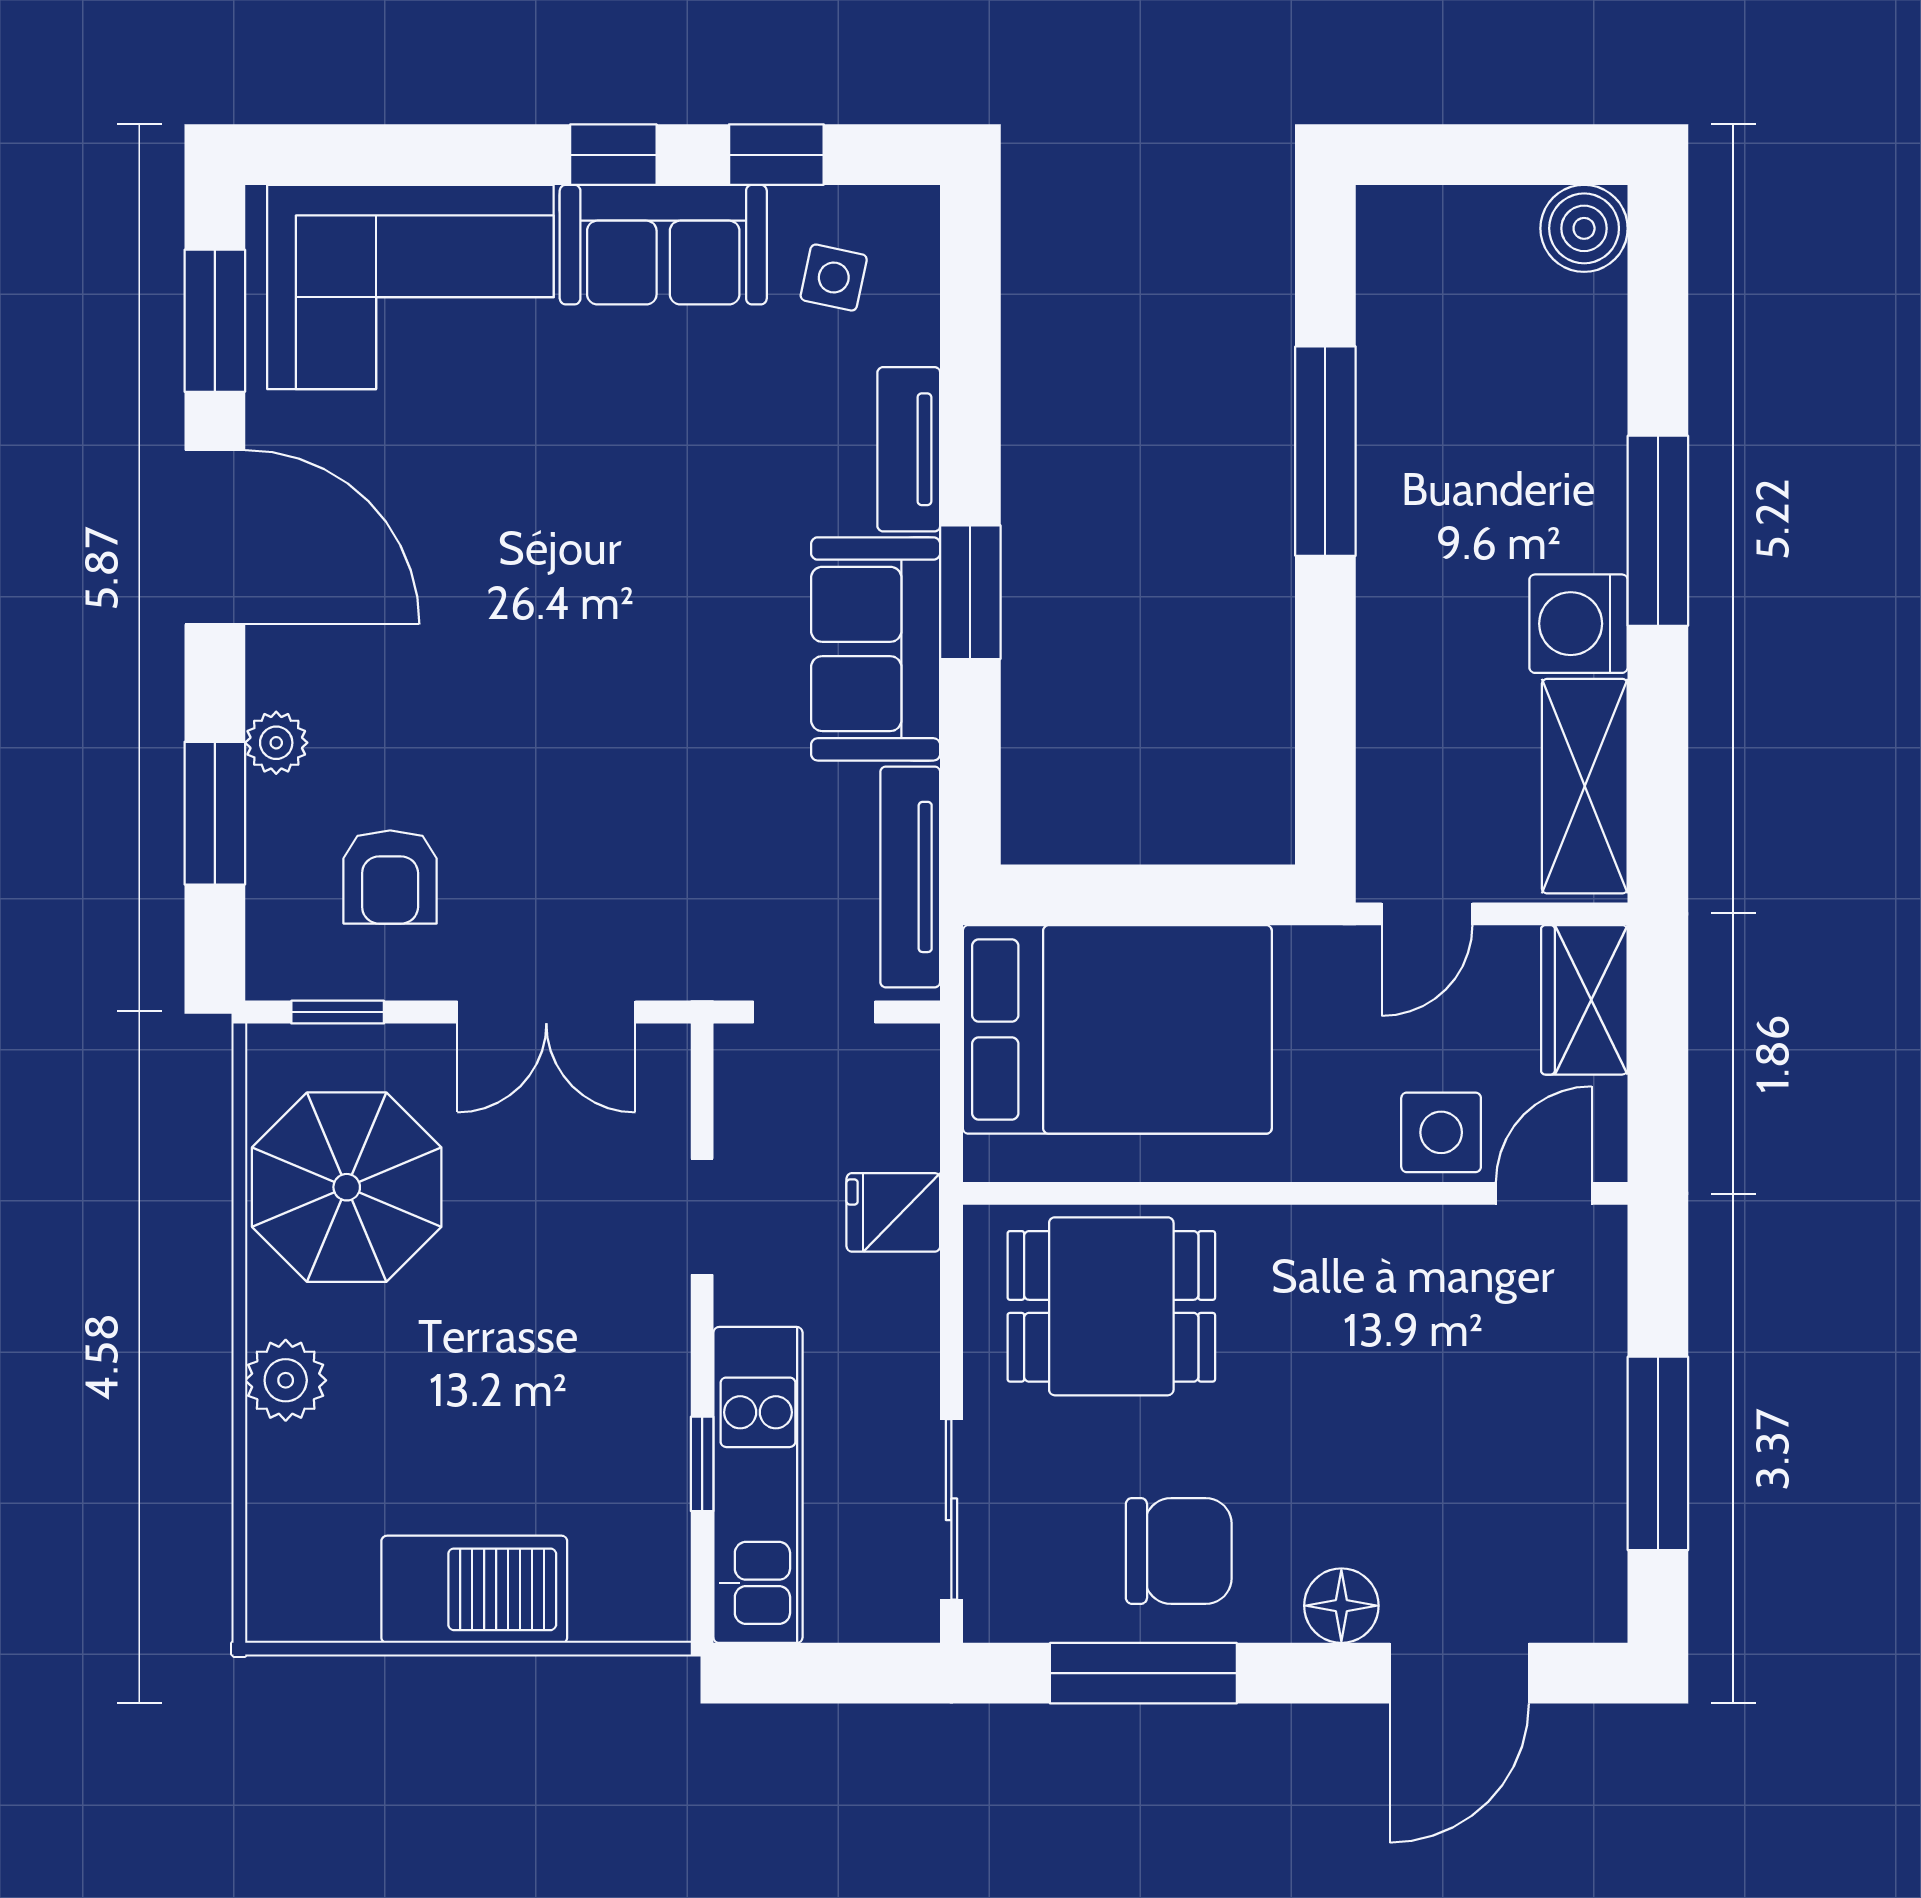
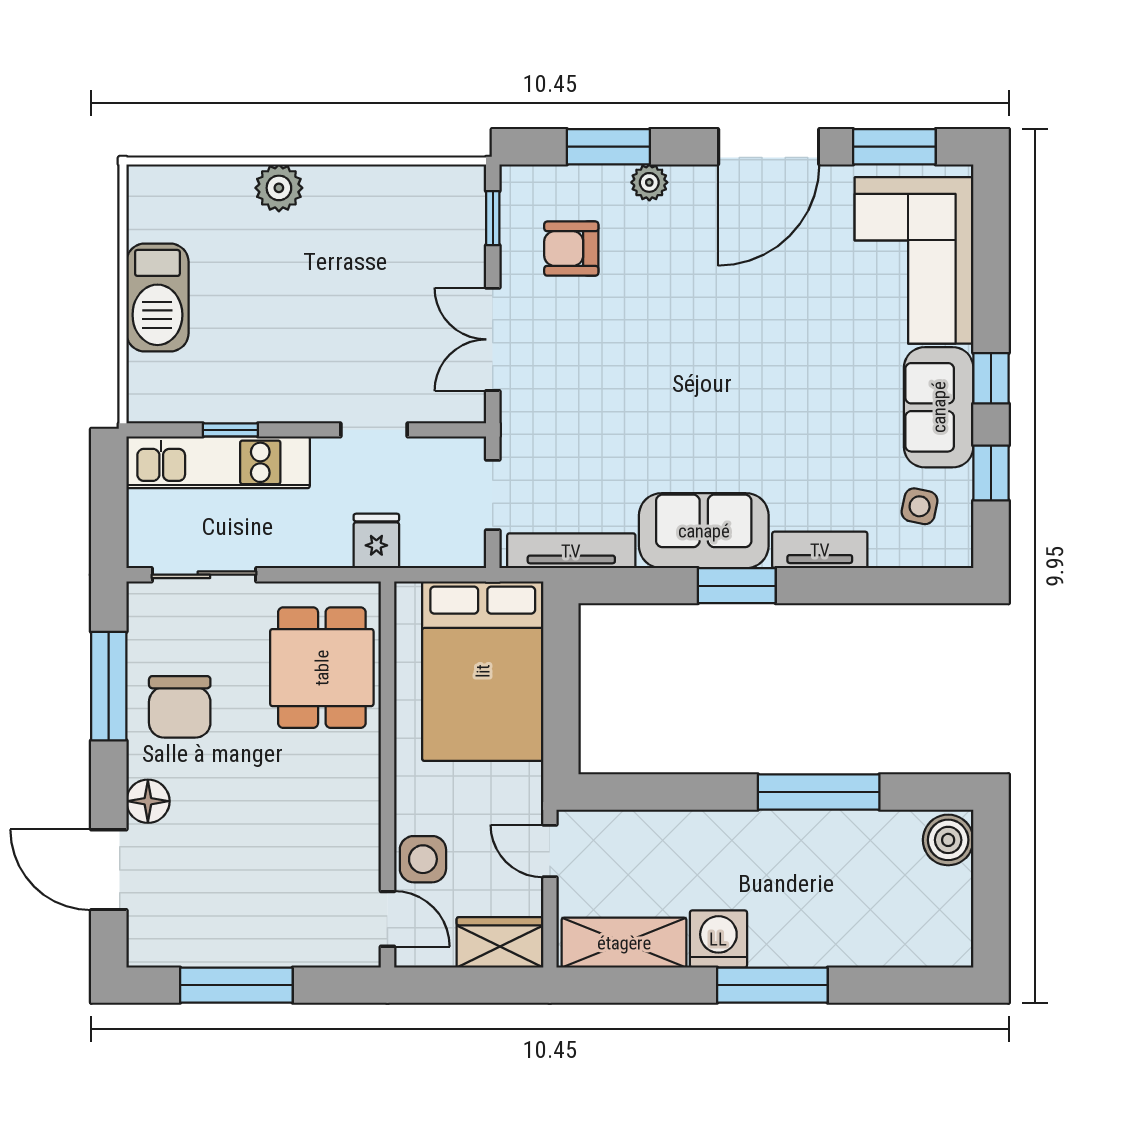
boiler: (1584, 228) -> (948, 840), moved
parasol: (347, 1187) -> (391, 223), removed

